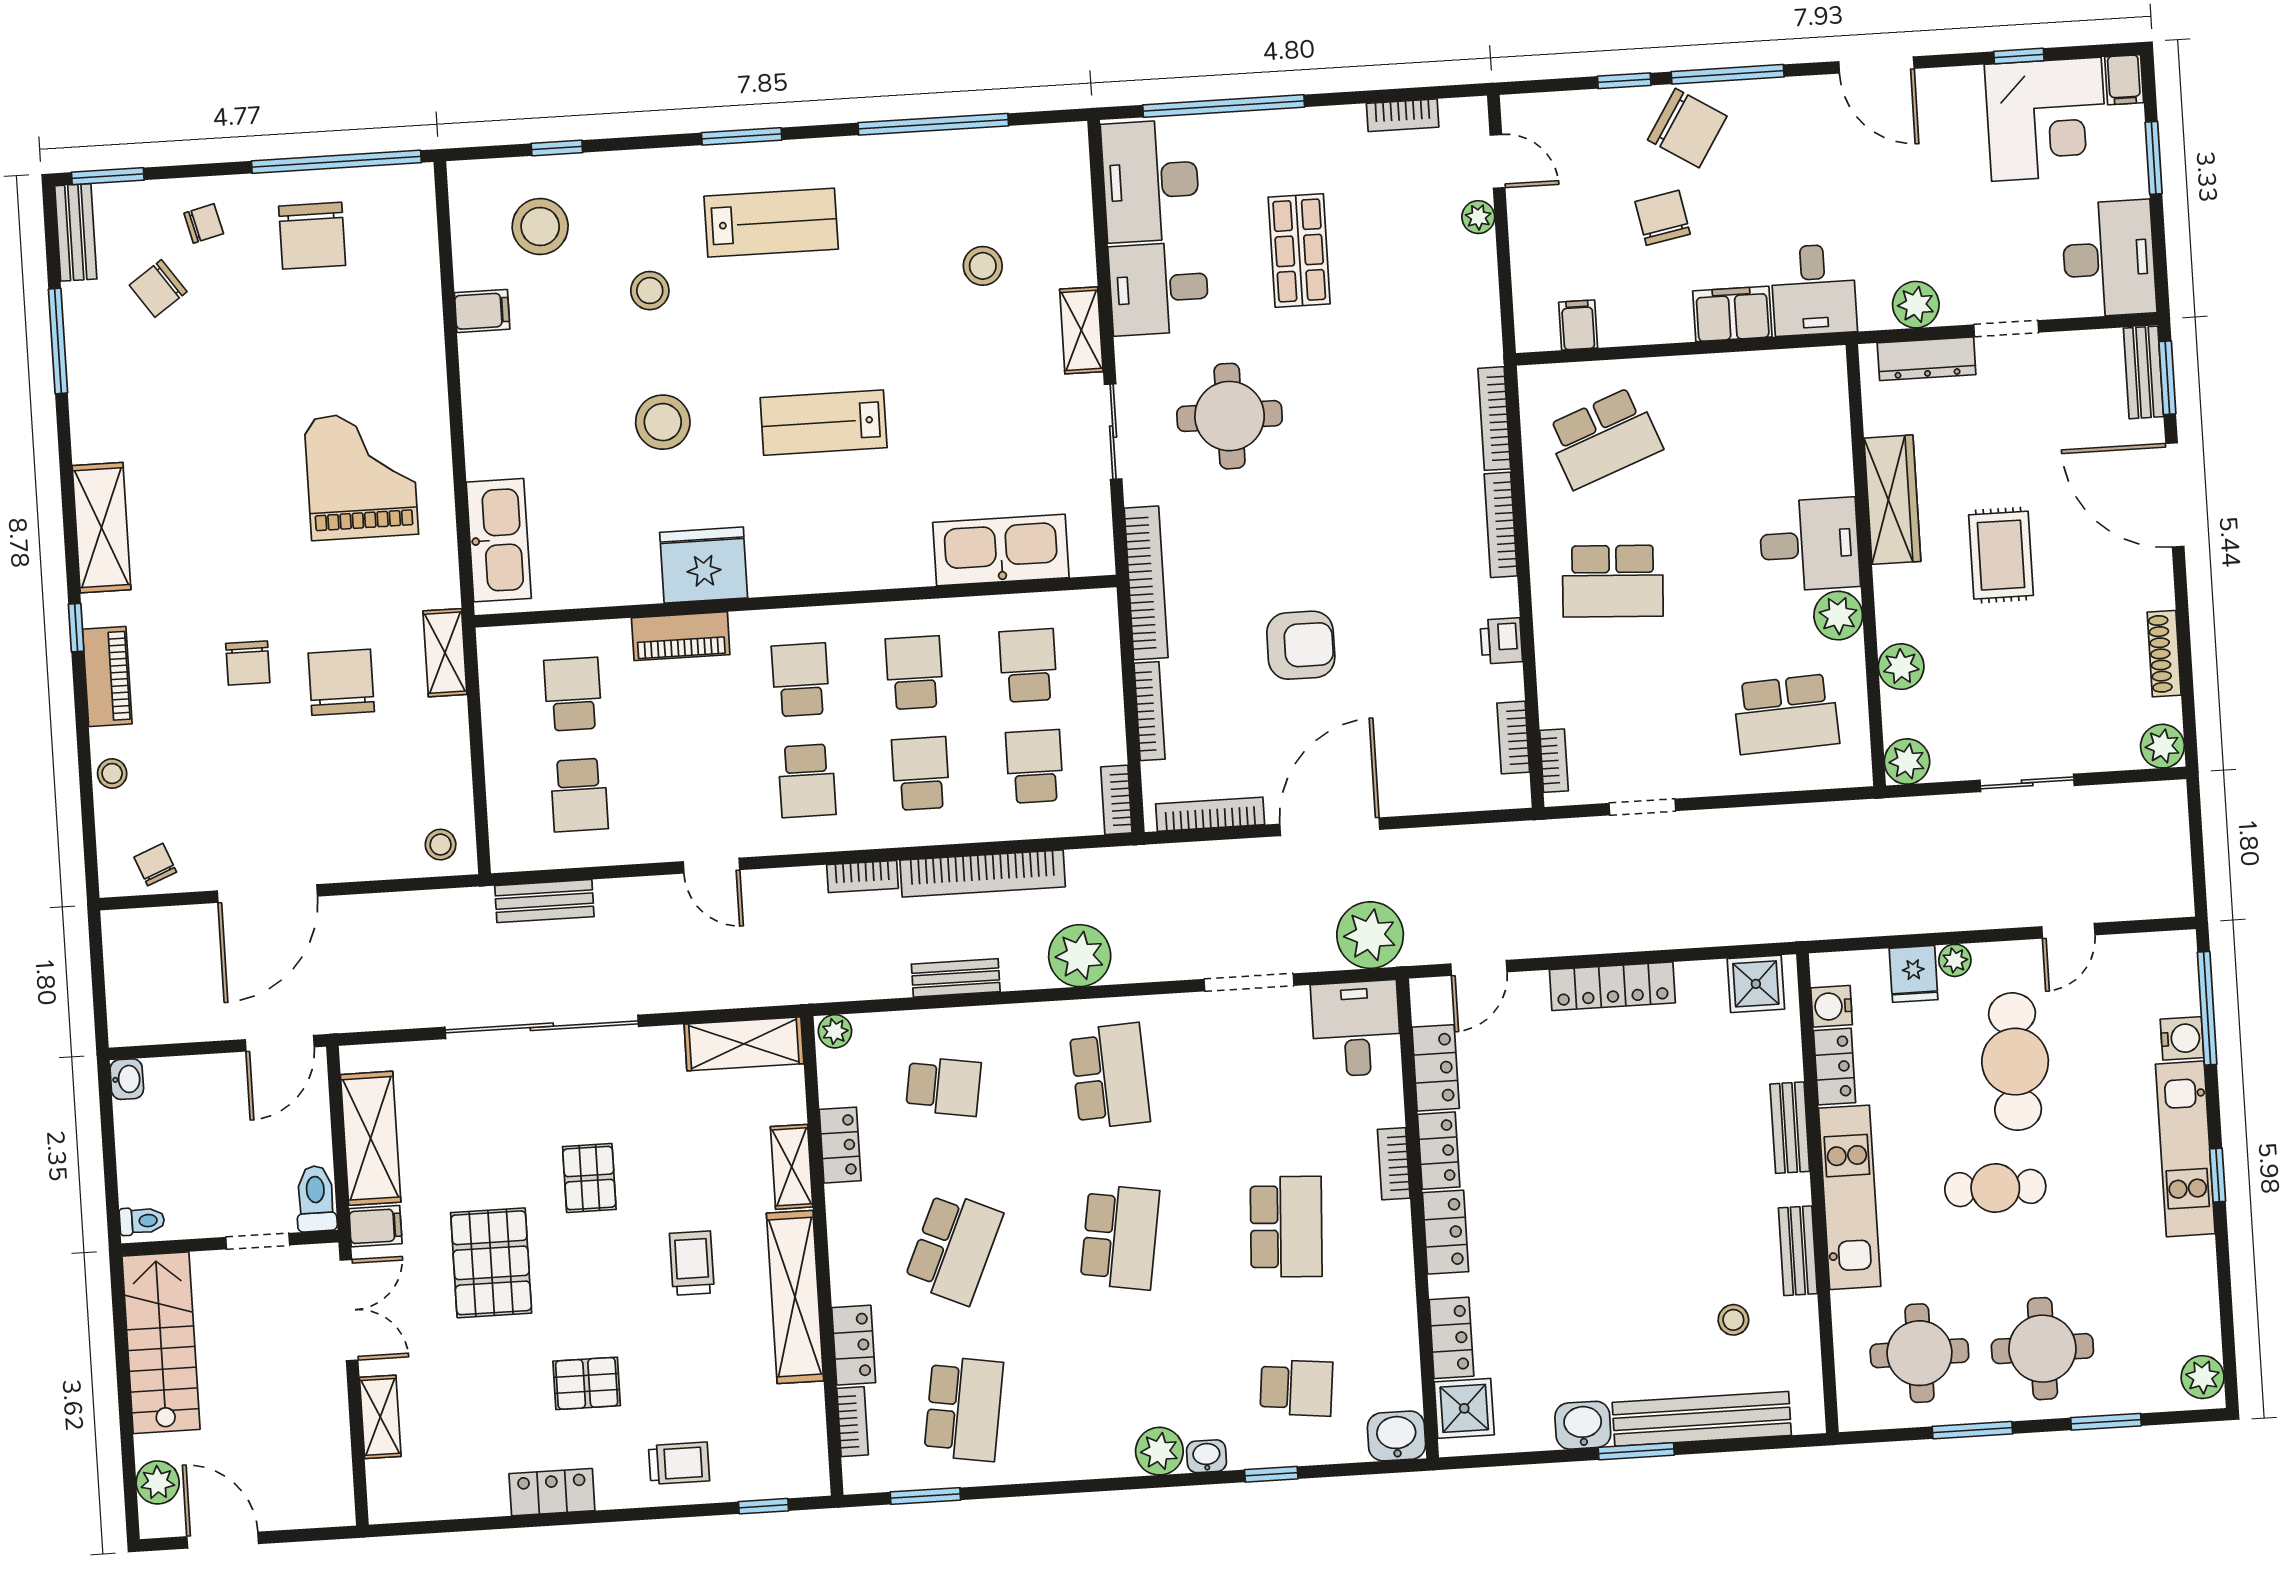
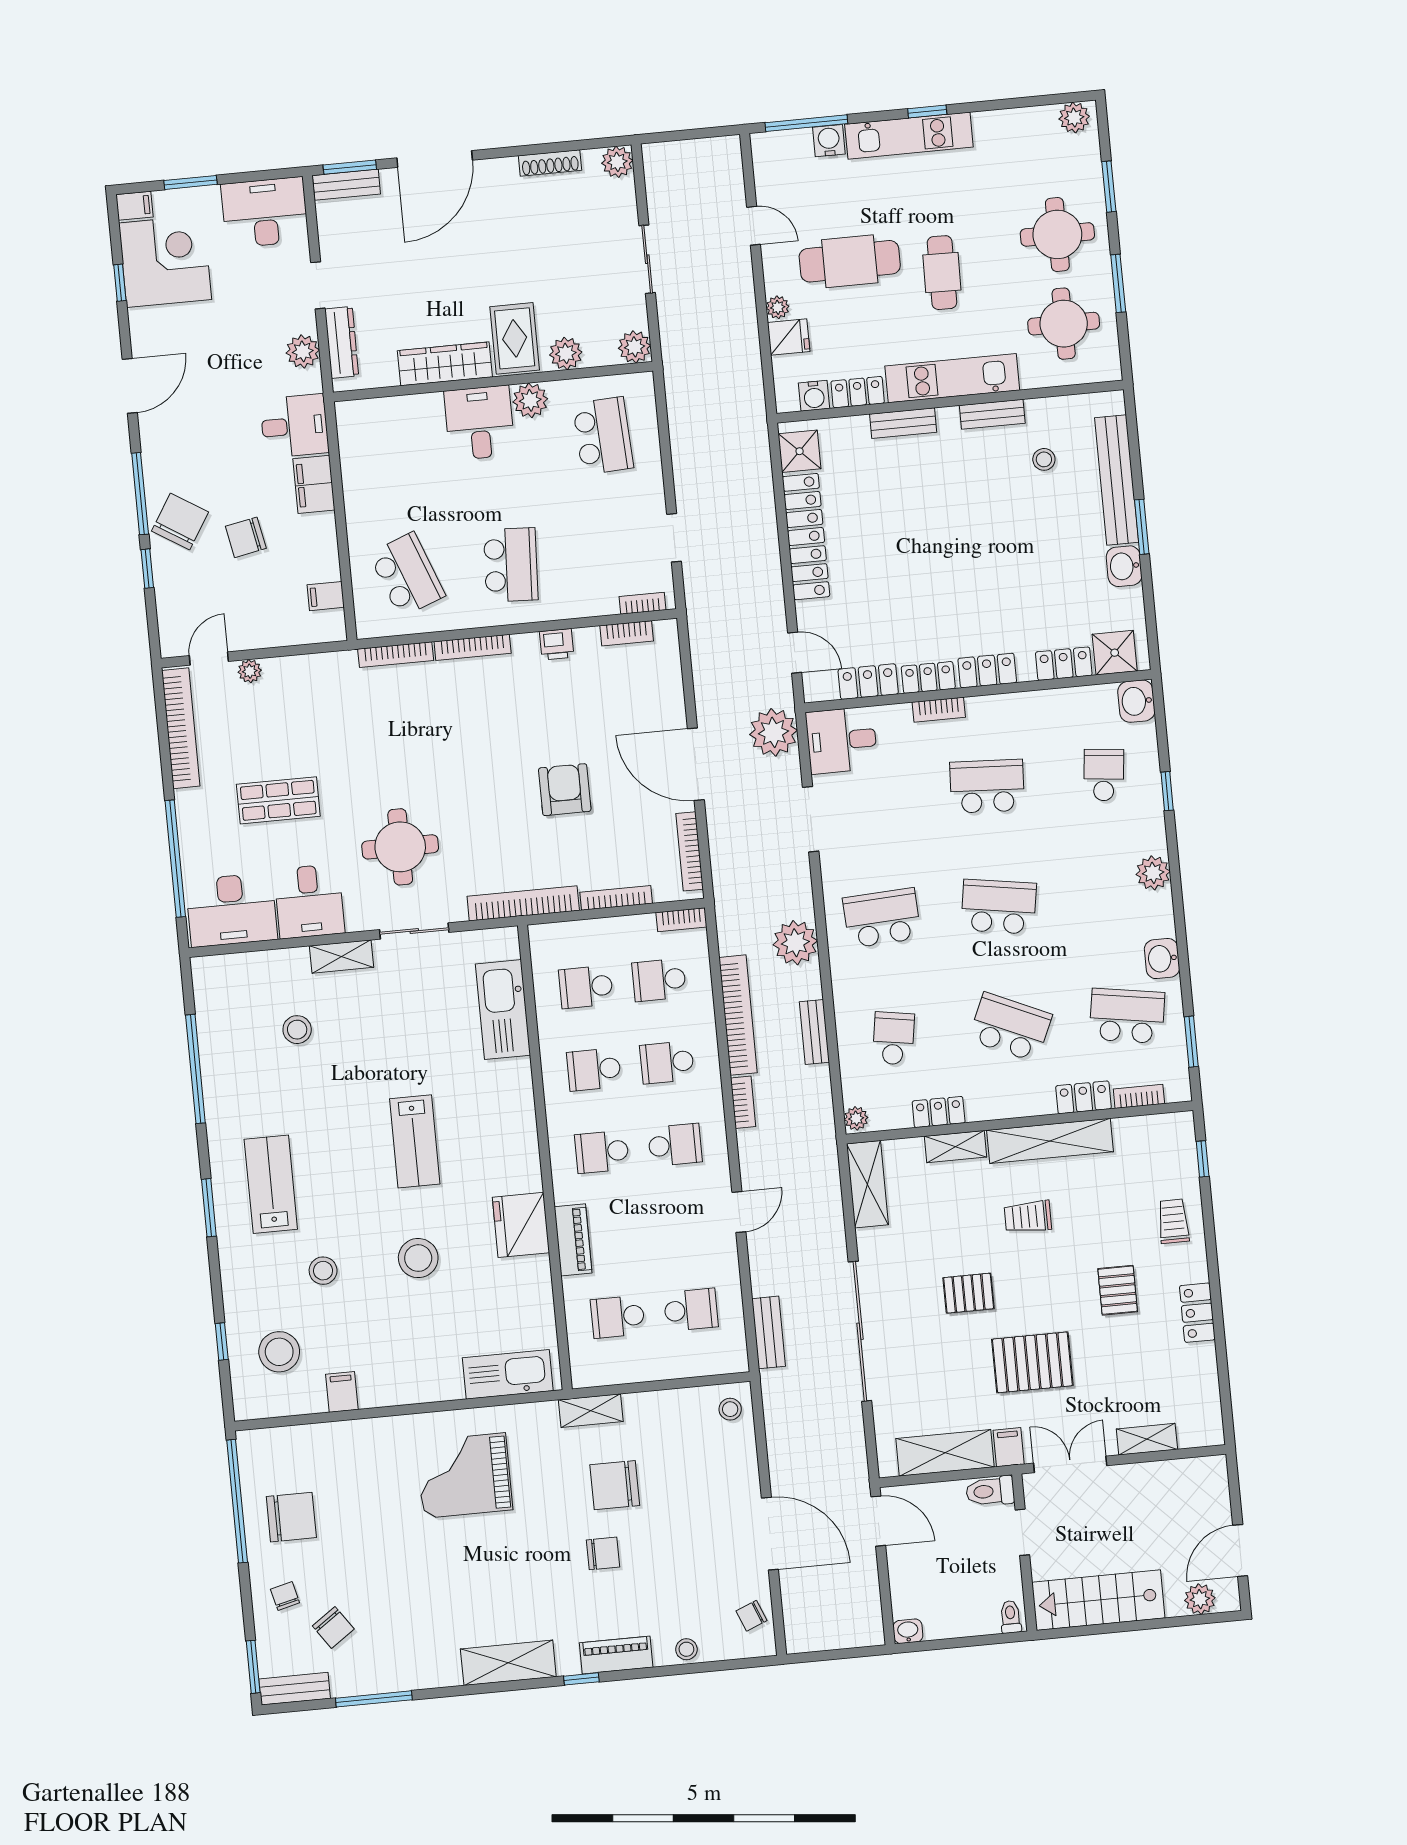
bookcase: (1403, 115) -> (181, 728), width x2.31, depth x1.31
rug: (2001, 555) -> (515, 338), moved, turned 90
locker: (1612, 986) -> (806, 537), width x1.41, depth x1.21
washbasin: (1207, 1456) -> (1162, 959), moved, width x1.38, depth x1.45

